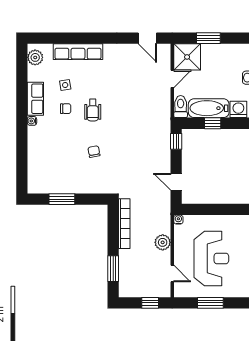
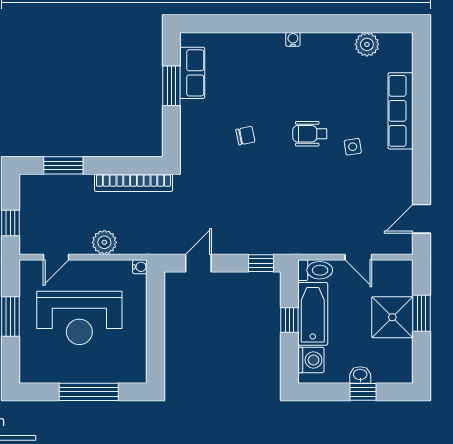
plant: (35, 57) -> (367, 44), moved
shower: (187, 57) -> (392, 317), moved
side table: (65, 85) -> (353, 147), moved
row of seats: (35, 99) -> (192, 73), moved, turned -90
chair: (66, 109) -> (312, 92), removed

